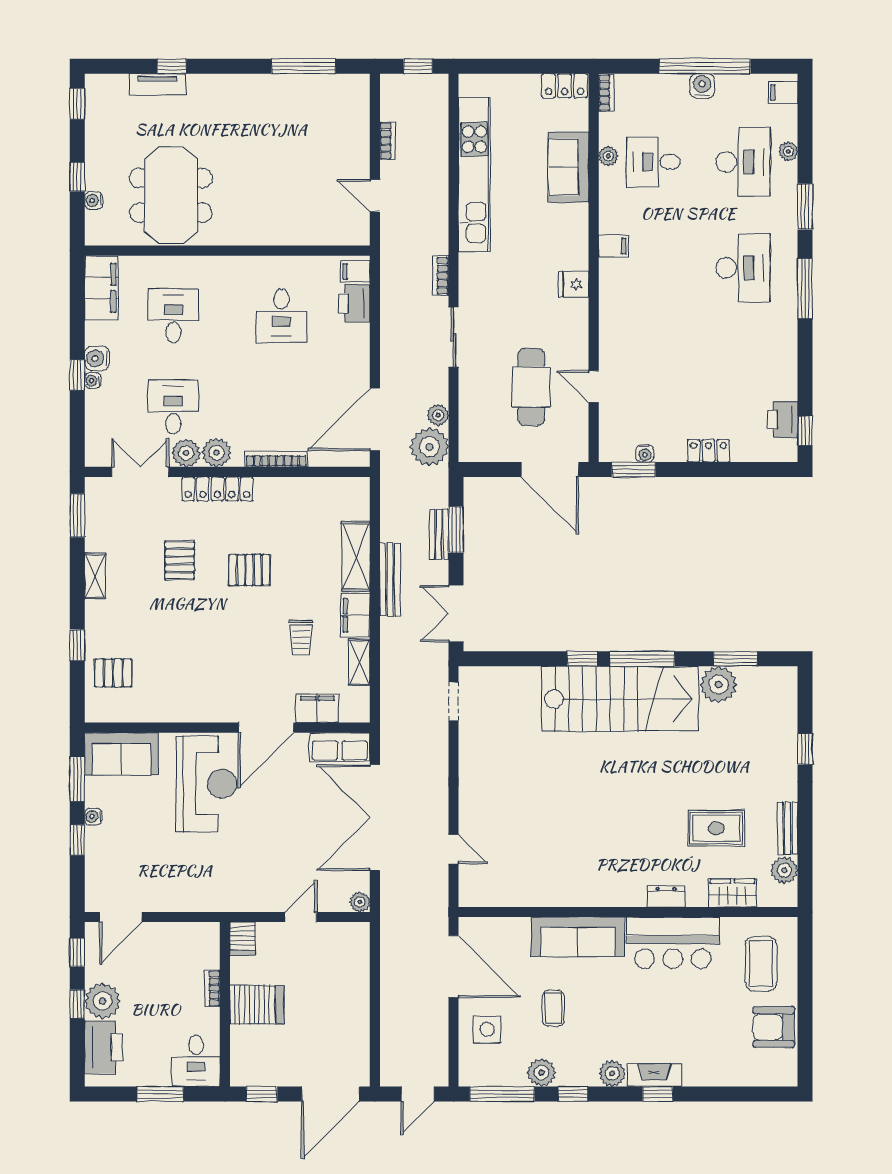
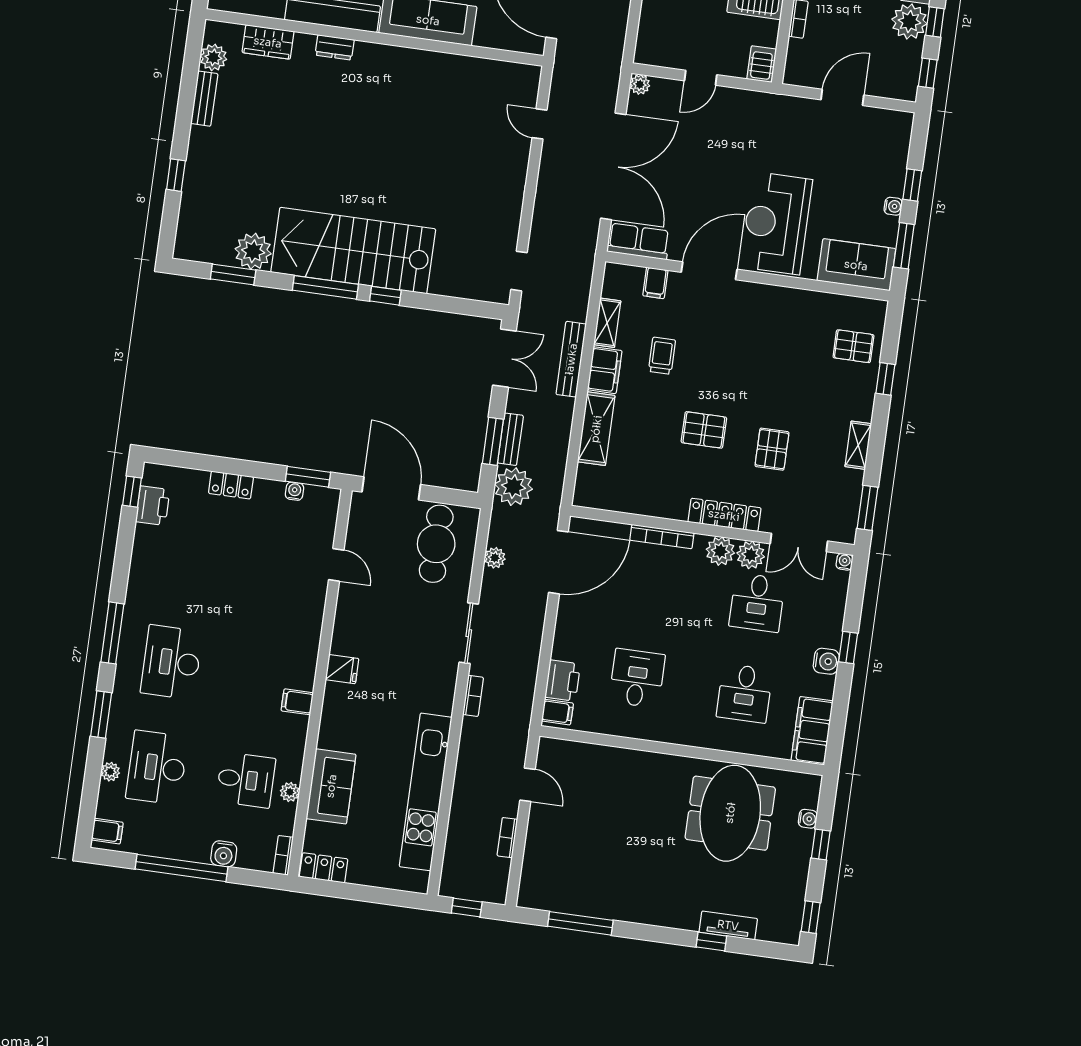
water cooler: (702, 86) -> (224, 854), moved
water cooler: (93, 381) -> (844, 562), moved, turned -90
cafe table: (531, 387) -> (436, 544), moved
plant: (429, 447) -> (513, 487), moved
bench: (390, 580) -> (571, 359), moved
filing cabinet: (317, 708) -> (655, 283), width x0.50
rug: (716, 828) -> (275, 109), removed
door: (121, 917) -> (842, 97), moved

